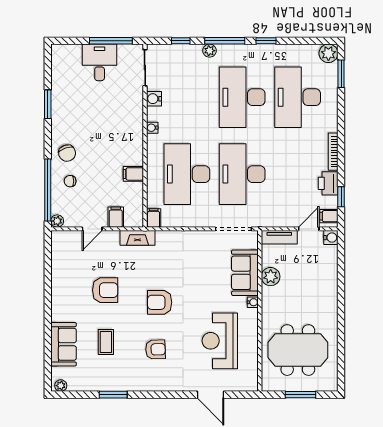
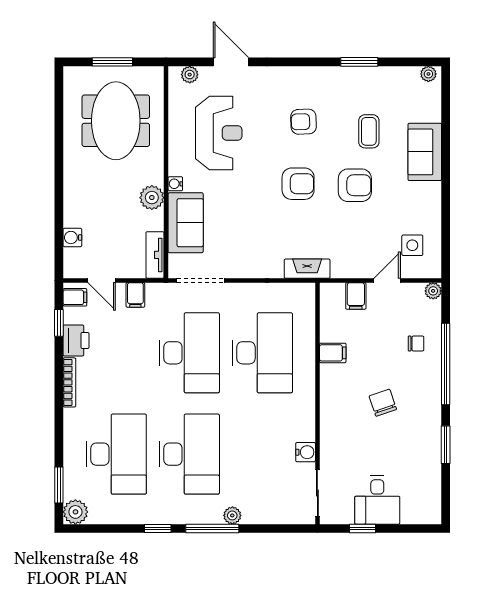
window: (111, 41) -> (362, 528), width x0.46
window: (181, 41) -> (270, 528), removed
water cooler: (152, 128) -> (308, 414), removed
chair: (67, 153) -> (383, 403), moved
window: (48, 190) -> (446, 364), moved
filing cabinet: (154, 218) -> (135, 295), moved
door: (309, 229) -> (102, 280), hinge flipped
tv unit: (279, 237) -> (155, 255), moved, turned -90
fireplace: (137, 238) -> (307, 269), moved
water cooler: (331, 238) -> (72, 237), moved
side table: (73, 256) -> (412, 245), added
plant: (271, 277) -> (152, 198), moved
armchair: (105, 290) -> (355, 185), moved, turned 180
sofa: (64, 344) -> (425, 152), moved
meeting table: (298, 350) -> (116, 121), turned 90
plant: (242, 385) -> (190, 75), added

